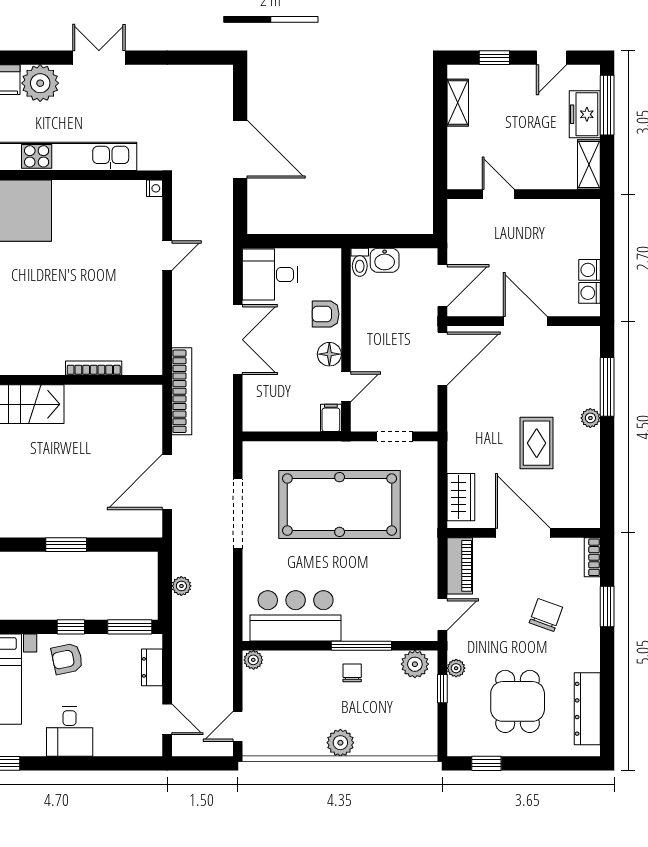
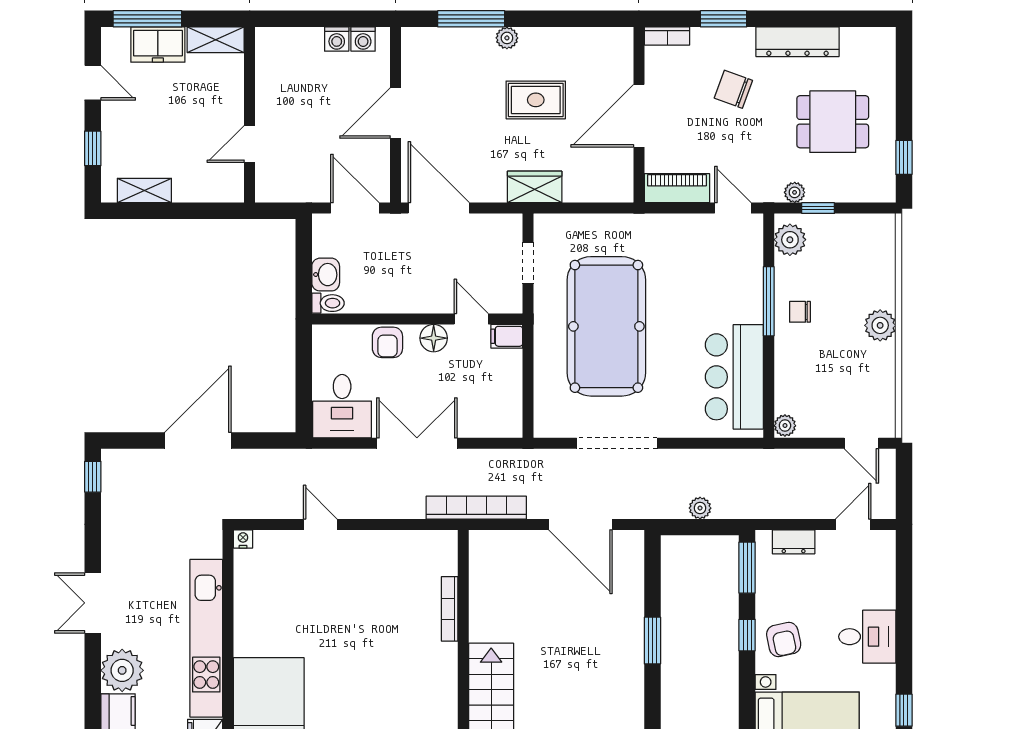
window: (209, 58) -> (93, 477), added
wardrobe: (461, 497) -> (535, 187), moved
dresser: (587, 709) -> (797, 42), moved

